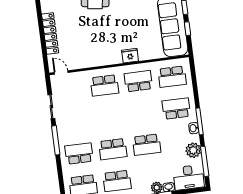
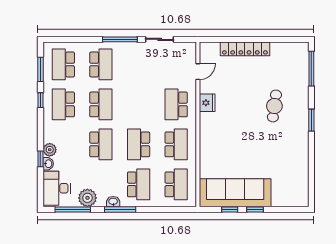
fridge: (130, 56) -> (207, 103), moved
door: (61, 72) -> (198, 72), moved
school desk: (172, 77) -> (176, 184), turned 180
school desk: (142, 113) -> (139, 144), added
school desk: (147, 145) -> (101, 144), turned 180
school desk: (113, 149) -> (101, 104), turned 180

